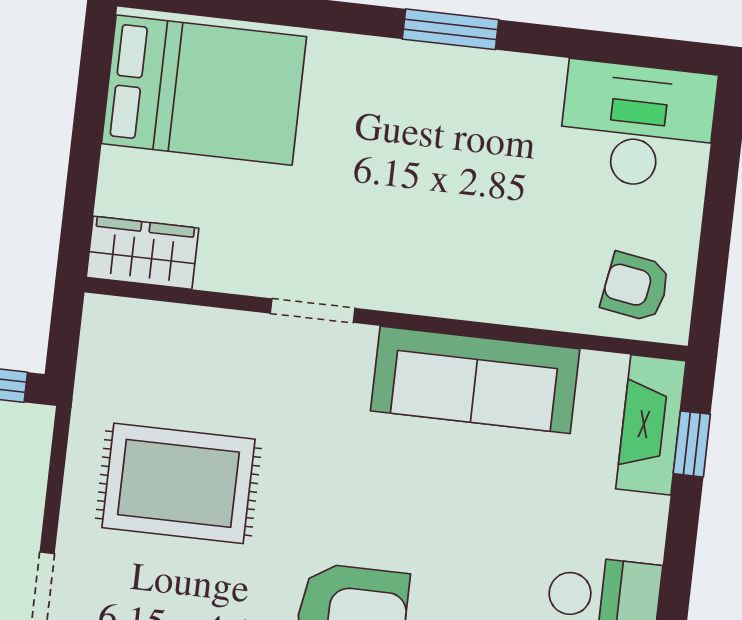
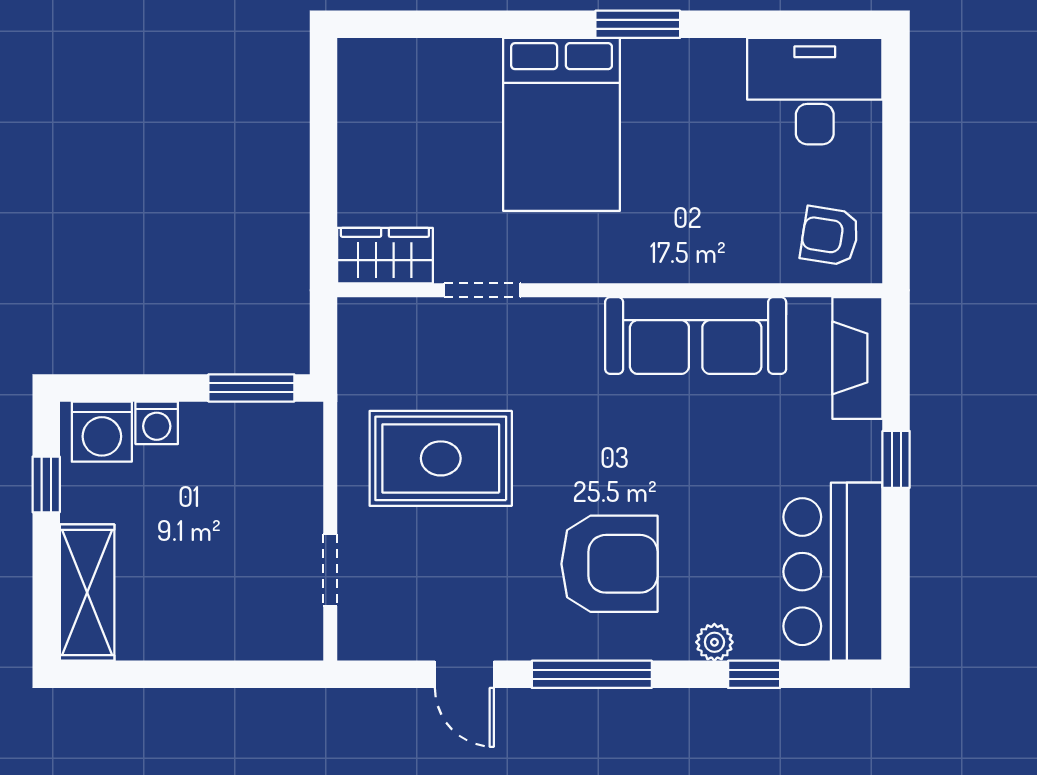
bed: (204, 90) -> (562, 124), moved, turned 90
doorway: (313, 311) -> (482, 290), moved
window: (692, 444) -> (896, 459), moved

